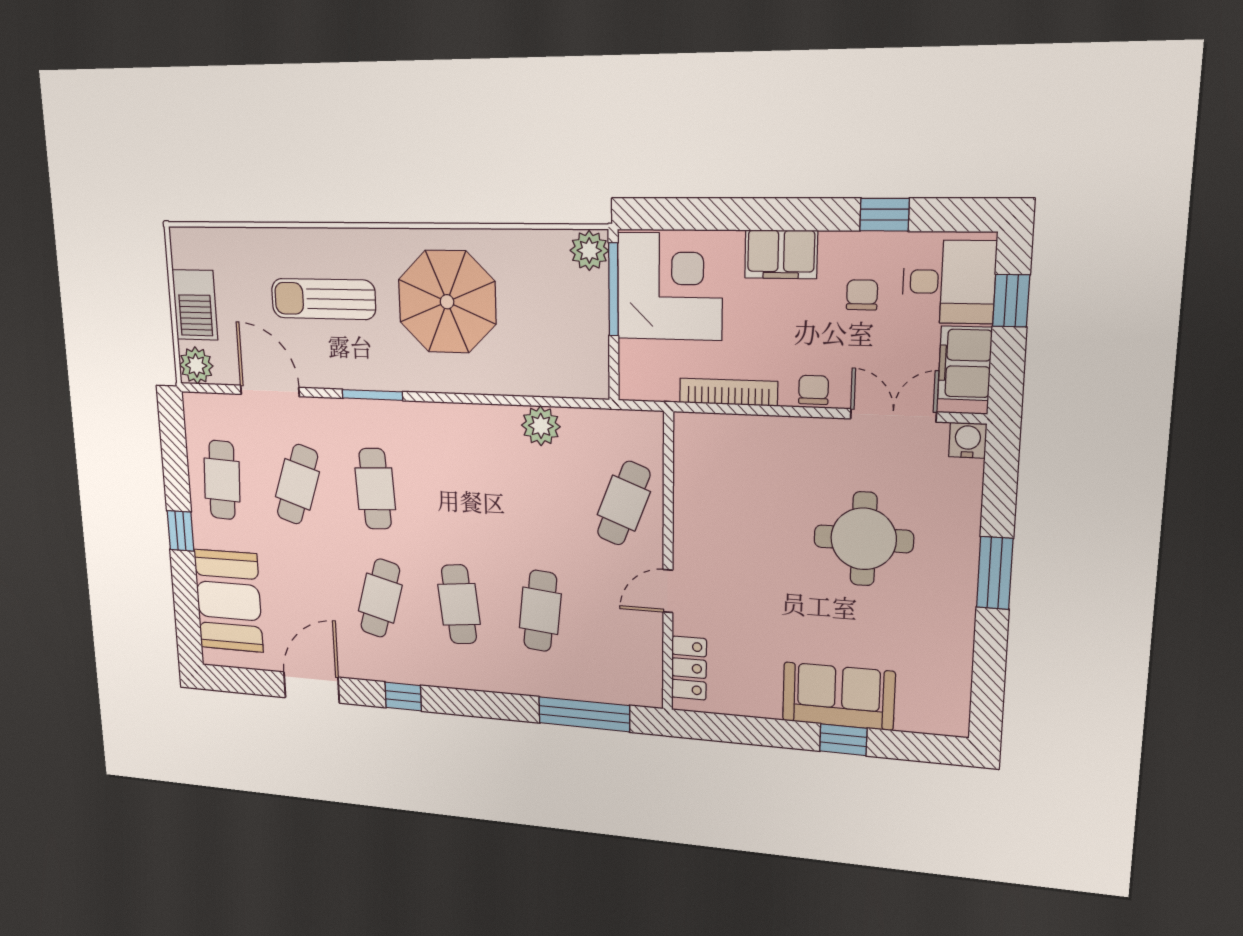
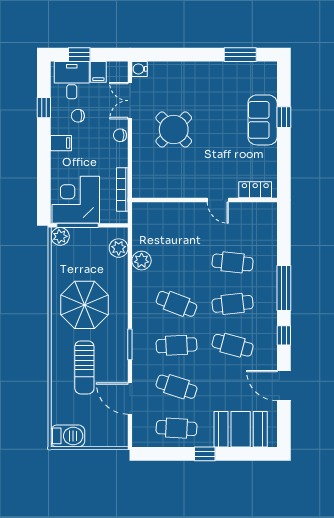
filing cabinet: (781, 254) -> (61, 143), width x0.50
barbecue: (195, 305) -> (68, 436), moved
filing cabinet: (965, 363) -> (98, 72), width x0.50
plant: (196, 365) -> (119, 248), moved
door: (270, 391) -> (130, 399), hinge flipped
bookcase: (728, 392) -> (122, 189), moved
cafe table: (624, 503) -> (177, 304), moved
round table: (864, 539) -> (174, 130), moved, turned 45
window: (995, 573) -> (240, 55), moved
window: (584, 714) -> (284, 288), moved

